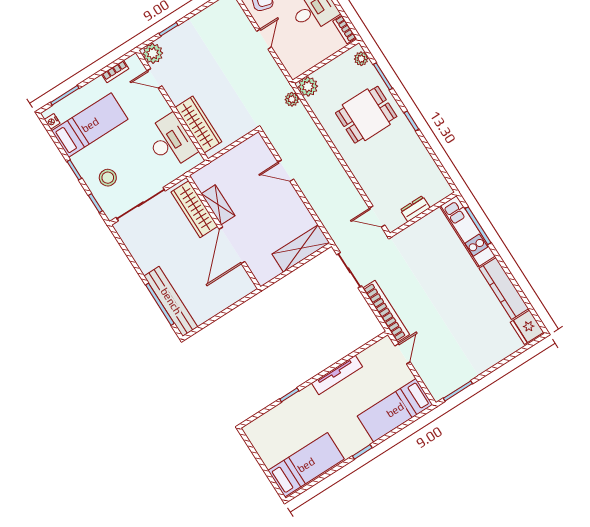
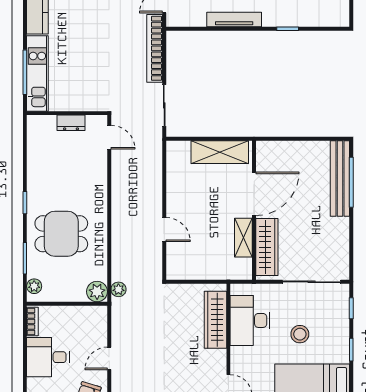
stool: (108, 178) -> (300, 334), moved
shelving: (301, 248) -> (220, 152), moved

